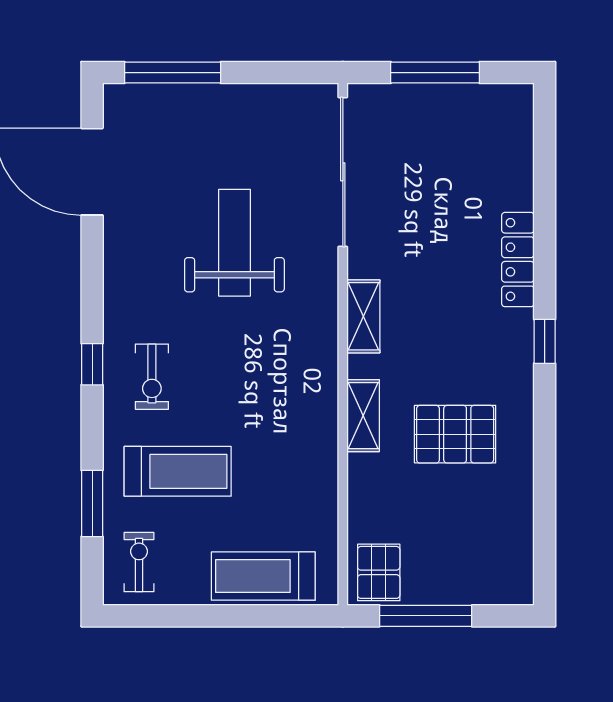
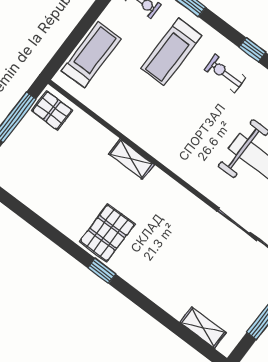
locker: (518, 260) -> (150, 288), removed
shelving: (363, 316) -> (203, 328), moved
pallet: (455, 434) -> (107, 233), moved

